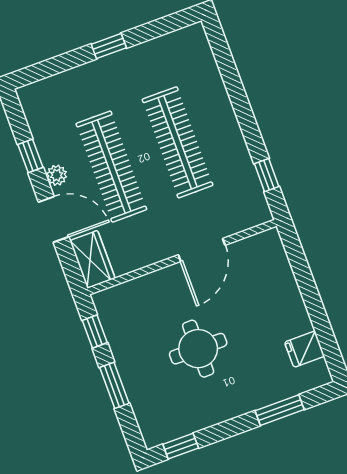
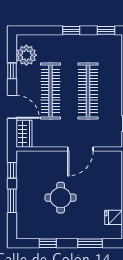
window: (170, 24) -> (106, 30), added
plant: (57, 175) -> (26, 55), moved, width x1.88, depth x1.88
window: (181, 446) -> (48, 243), moved

